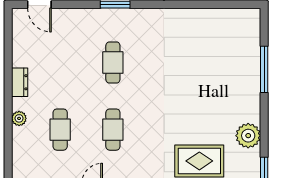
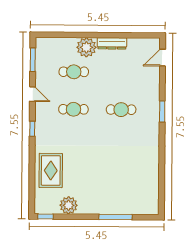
dresser: (20, 82) -> (112, 43), width x1.44
plant: (19, 118) -> (86, 47), width x1.88, depth x1.88

